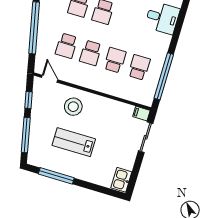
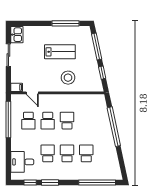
school desk: (66, 46) -> (48, 153), moved
door: (50, 79) -> (32, 93), moved
sliding door: (146, 137) -> (8, 55), moved

